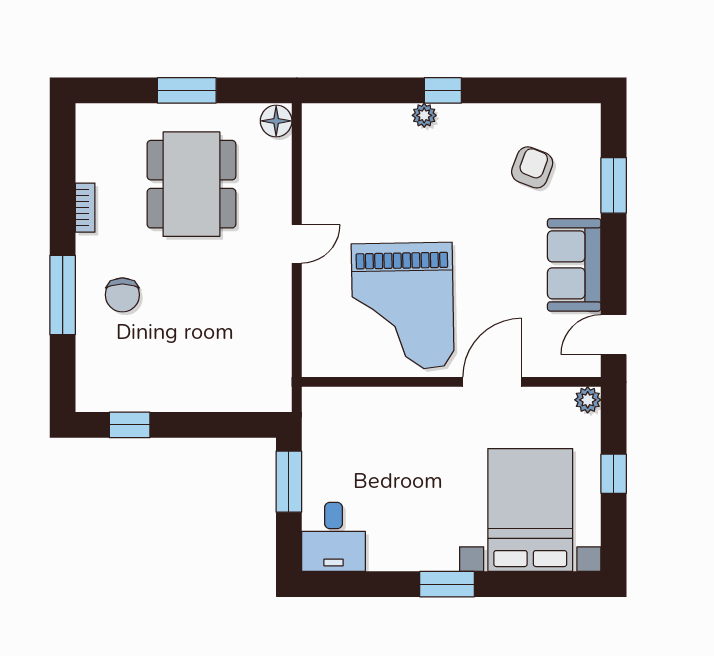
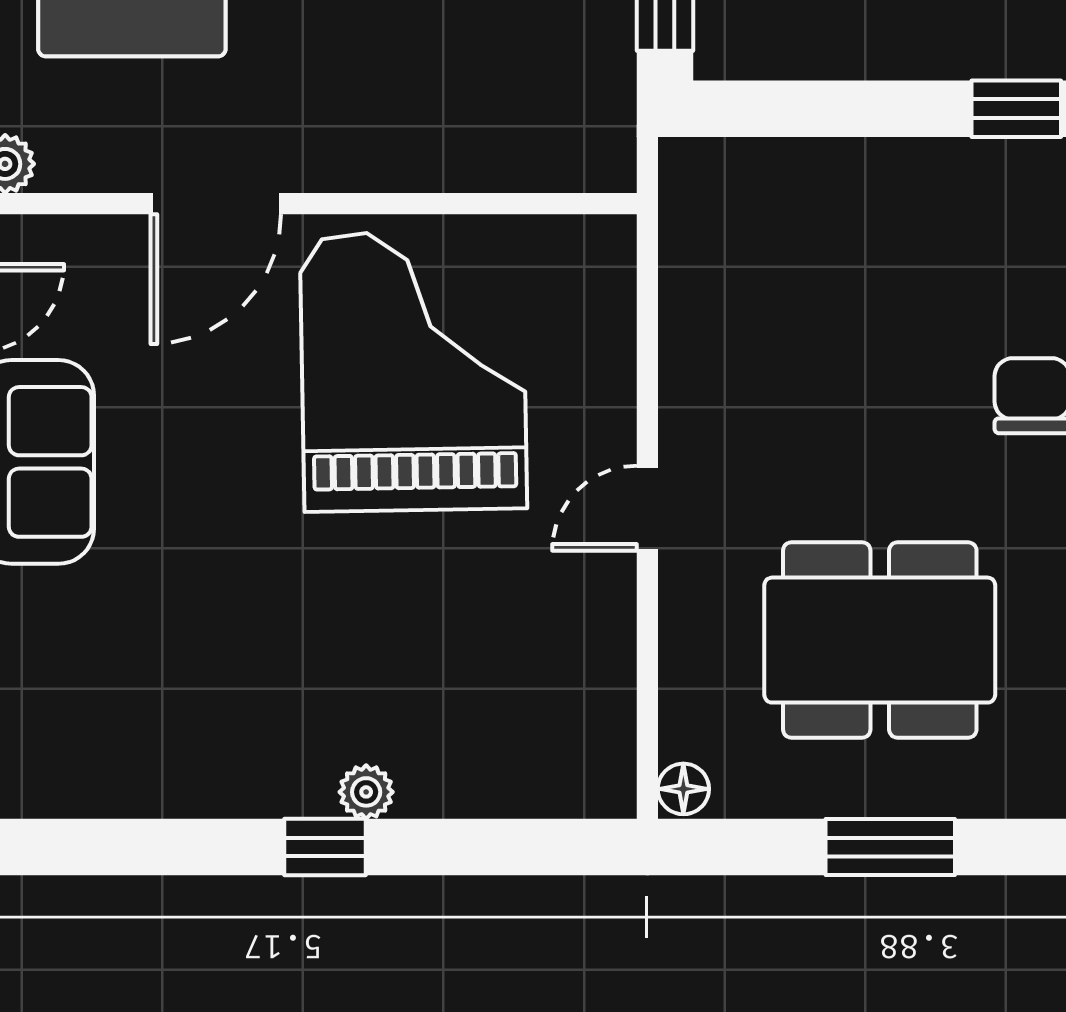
floor lamp: (276, 121) -> (683, 789), width x0.73, depth x0.73
armchair: (532, 167) -> (128, 677), removed
dining table: (191, 184) -> (880, 640), turned 90

